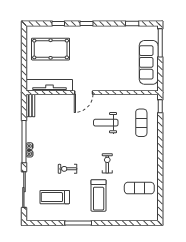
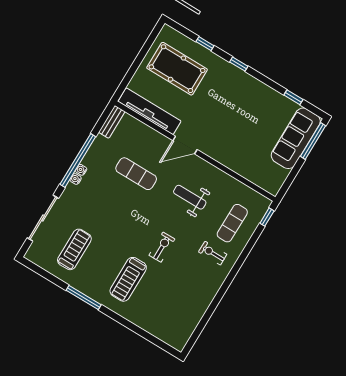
sofa: (149, 62) -> (296, 138), moved
exercise bike: (67, 169) -> (213, 253), moved
exercise mat: (139, 188) -> (136, 174), moved
treadmill: (55, 197) -> (74, 249), turned 90

